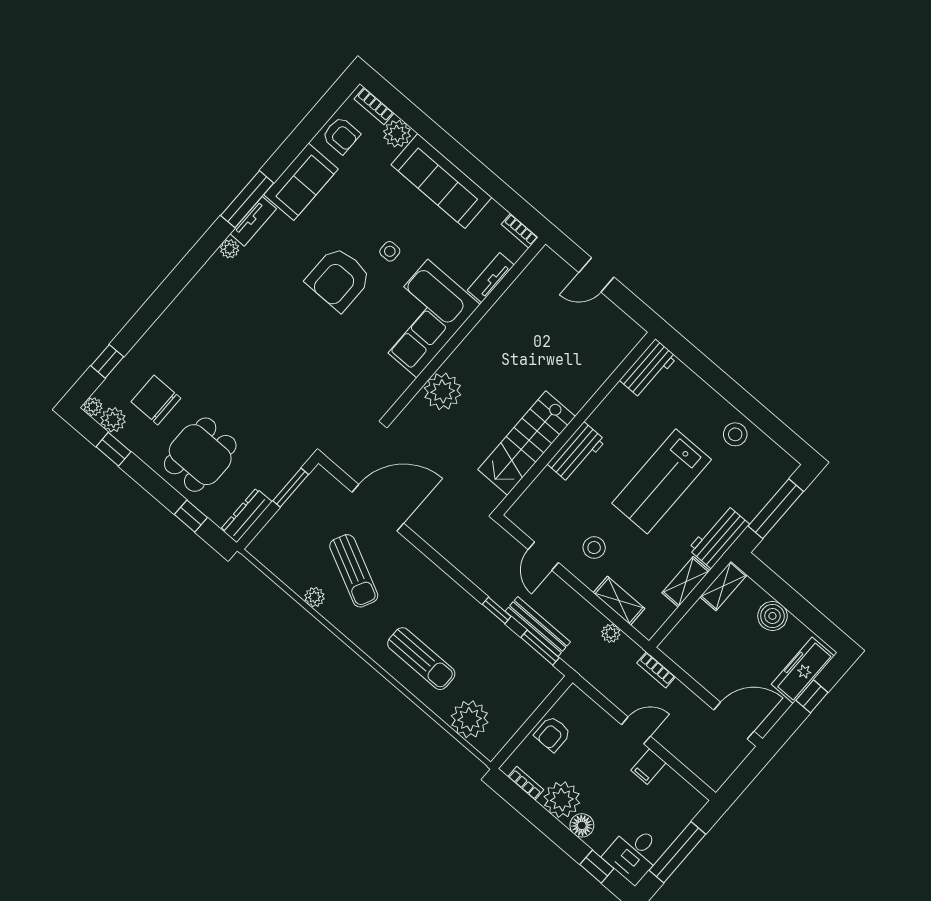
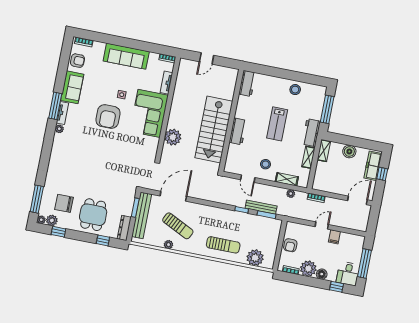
plant: (397, 134) -> (99, 48), removed
window: (107, 361) -> (37, 199), width x2.17
stairs: (527, 443) -> (214, 129), width x1.36, depth x1.51
lab bench: (662, 481) -> (277, 124), width x0.73, depth x0.72
bench: (295, 510) -> (142, 215), added

